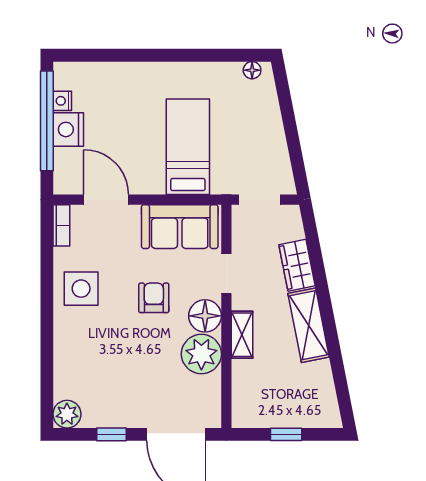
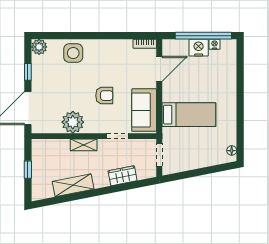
side table: (81, 289) -> (73, 53), moved
floor lamp: (205, 316) -> (94, 124), removed
shelving: (309, 325) -> (73, 185), moved

